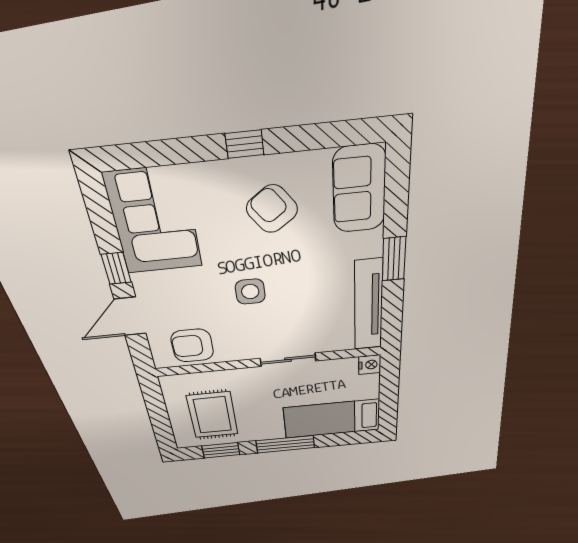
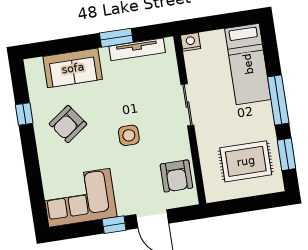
window: (244, 144) -> (24, 114), moved
sofa: (359, 189) -> (73, 68), moved
window: (394, 259) -> (116, 38), moved
tv unit: (368, 306) -> (137, 49), width x0.73, depth x0.78

